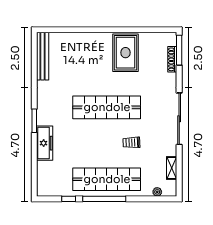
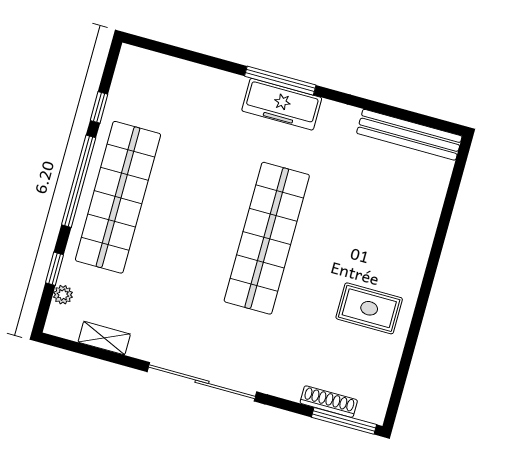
rug: (125, 53) -> (369, 308), width x0.73, depth x0.70
window: (34, 121) -> (280, 81), width x1.44
freezer: (45, 143) -> (282, 104), moved
trolley: (131, 143) -> (180, 269), removed
window: (147, 199) -> (55, 269), added

